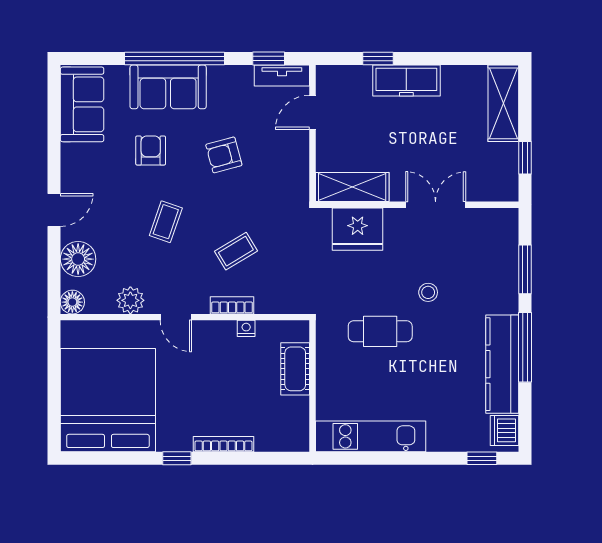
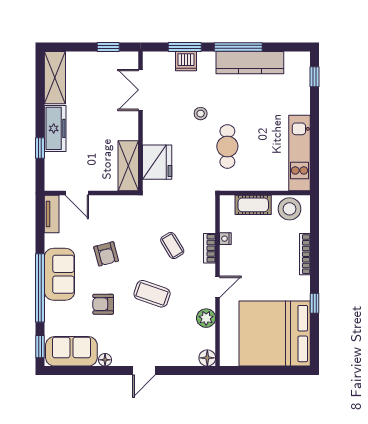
window: (269, 59) -> (40, 347), moved
sofa: (168, 87) -> (59, 274), moved
shelving: (503, 103) -> (55, 78), moved, turned 90
double door: (436, 205) -> (140, 90), moved
door: (54, 210) -> (144, 371), swing flipped
coffee table: (166, 222) -> (152, 294), width x1.36, depth x1.30
floor lamp: (78, 259) -> (105, 360), moved, width x0.53, depth x0.53
stool: (289, 422) -> (290, 209), added
dishwasher: (505, 430) -> (186, 61), moved
window: (177, 458) -> (315, 303), moved

